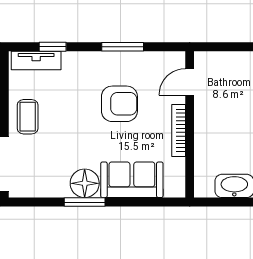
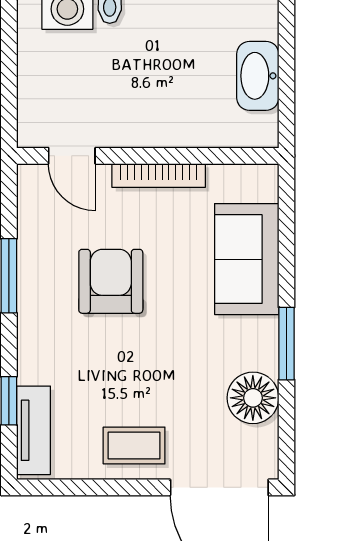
floor lamp: (85, 183) -> (253, 398), moved

